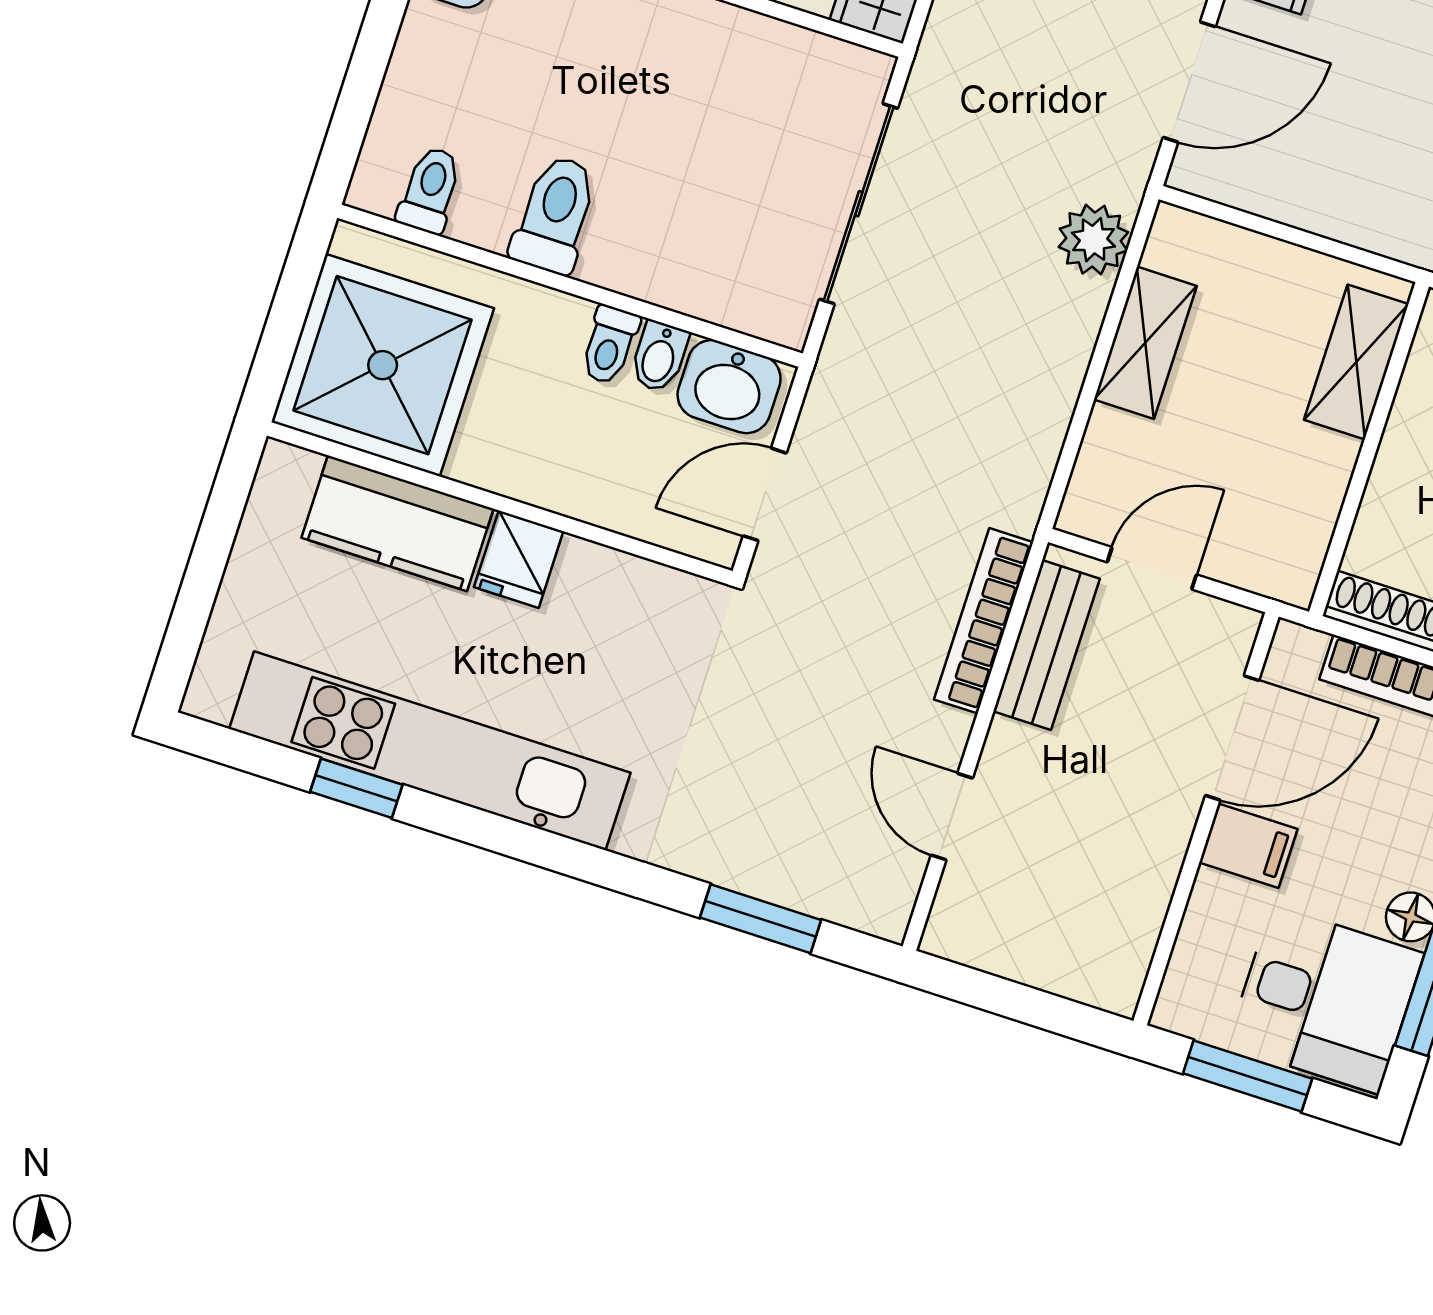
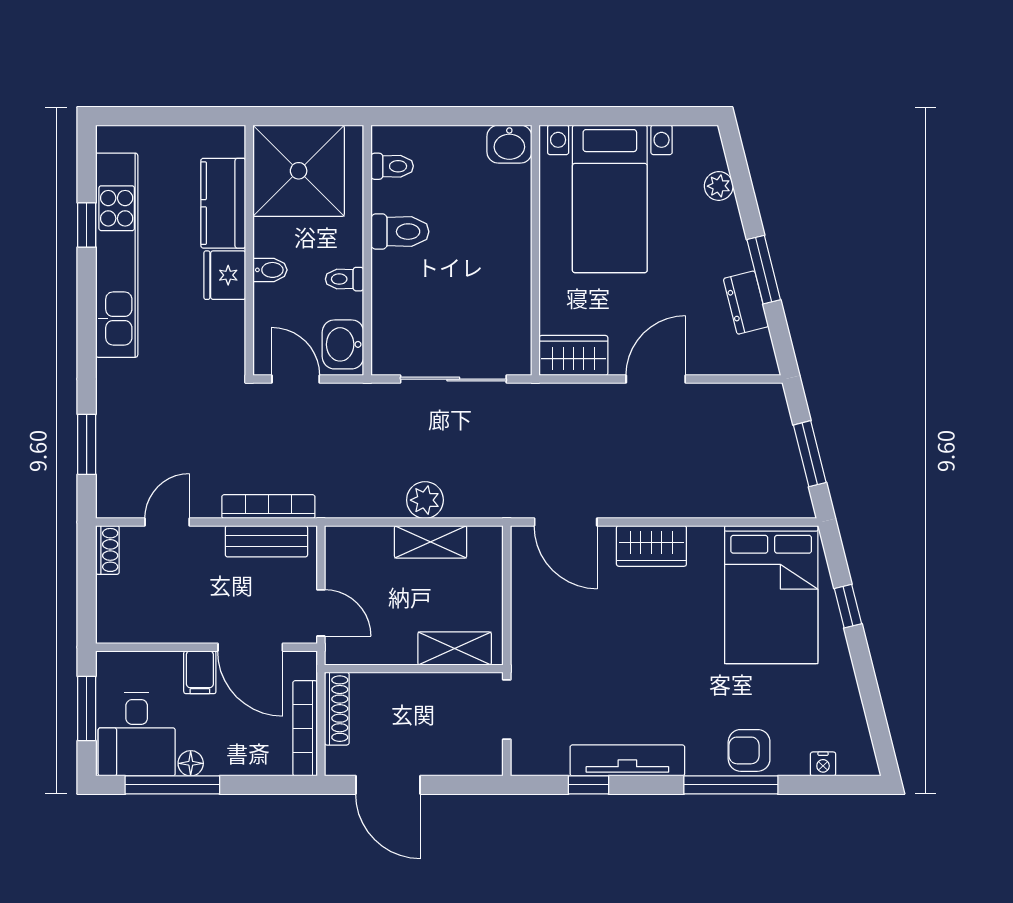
plant: (1093, 240) -> (425, 500), moved
bidet: (659, 357) -> (270, 270), moved, turned 180
fridge: (519, 559) -> (225, 275), width x1.38
door: (1152, 568) -> (321, 613), moved
shoe rack: (968, 943) -> (107, 550), added

